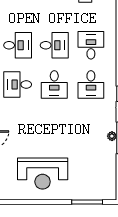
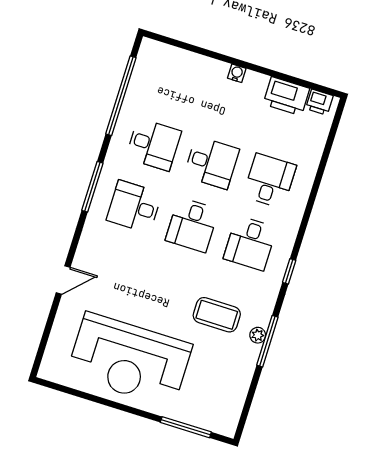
coffee table: (85, 132) -> (217, 315), added
reception desk: (43, 174) -> (129, 360), width x1.36, depth x1.30

